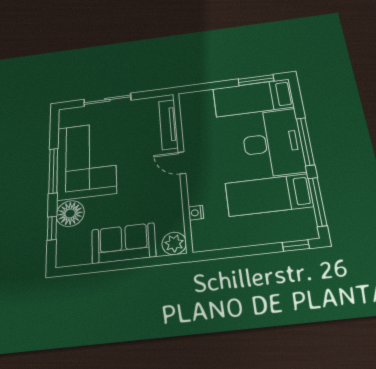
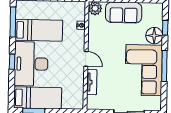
tv unit: (168, 124) -> (92, 82), width x0.71
window: (305, 141) -> (12, 62), width x0.46

